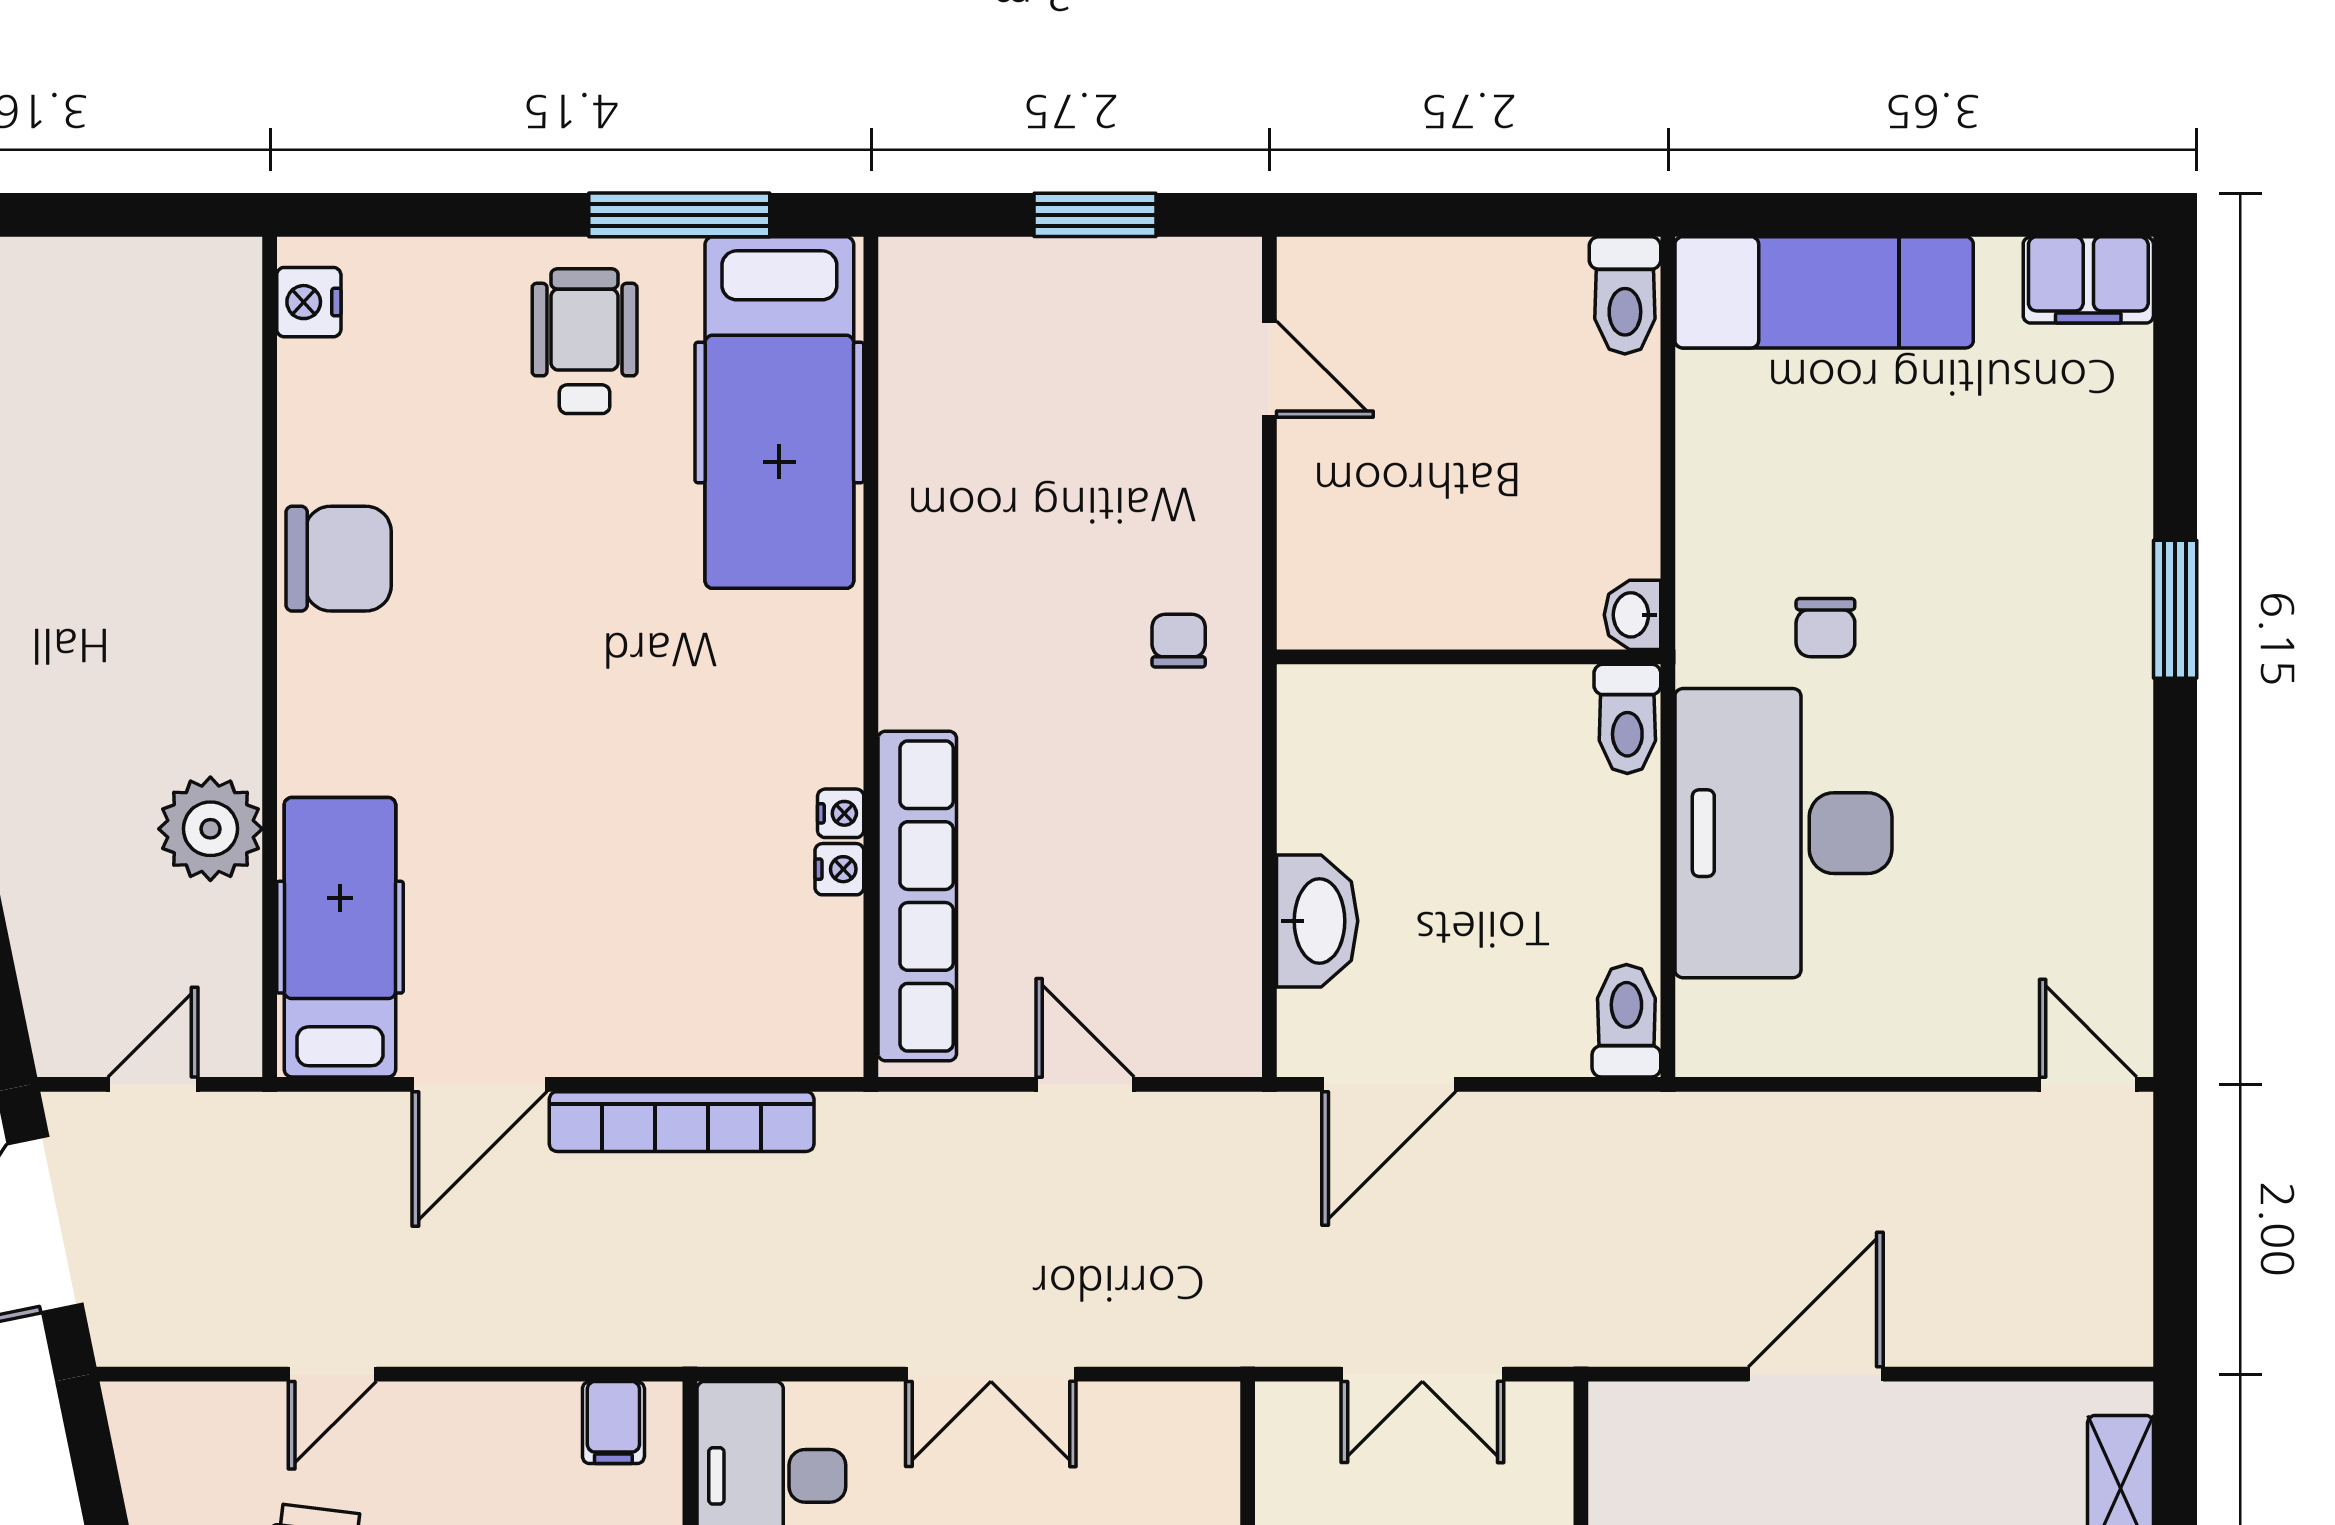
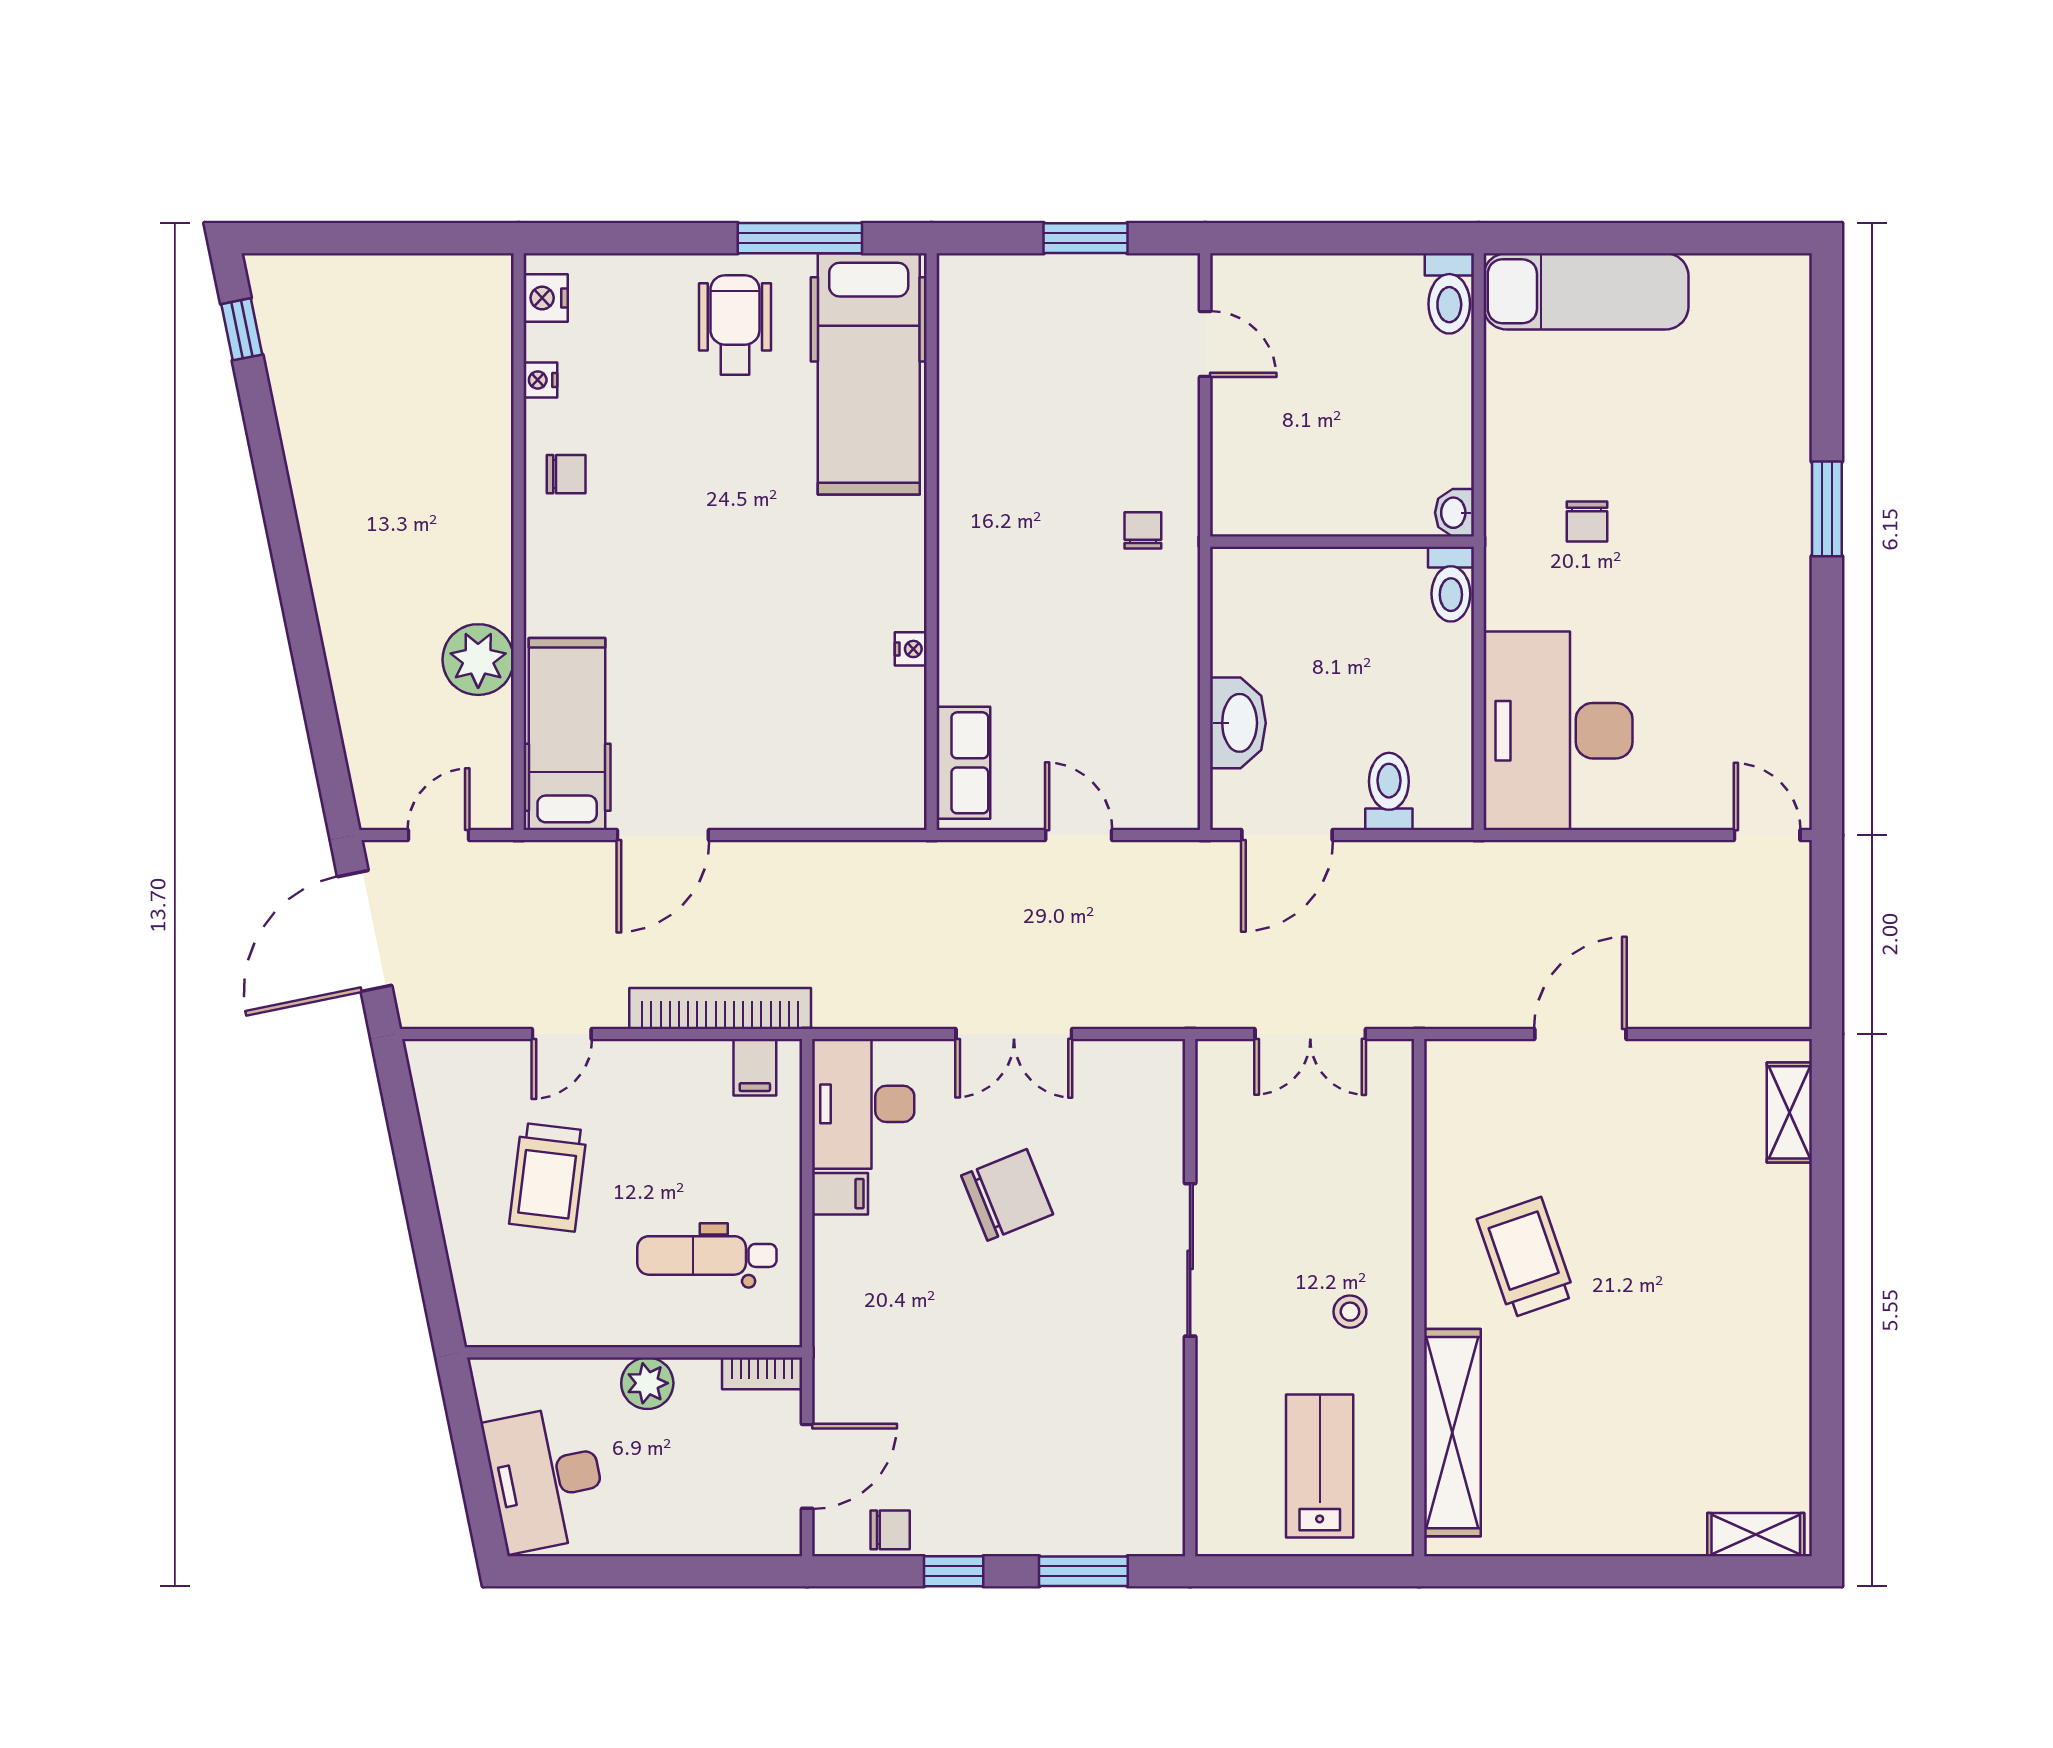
filing cabinet: (2088, 280) -> (1767, 283), removed
chair: (339, 559) -> (566, 474), width x0.54, depth x0.54
desk: (1783, 833) -> (1558, 731), moved
nightstand: (839, 869) -> (540, 380), moved, turned 180
row of seats: (917, 896) -> (963, 763), width x0.50
toilet: (1626, 1021) -> (1389, 791), moved
bookcase: (682, 1122) -> (720, 1008), moved, turned 180

